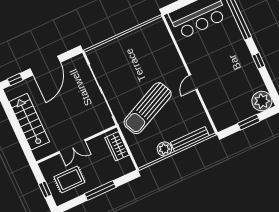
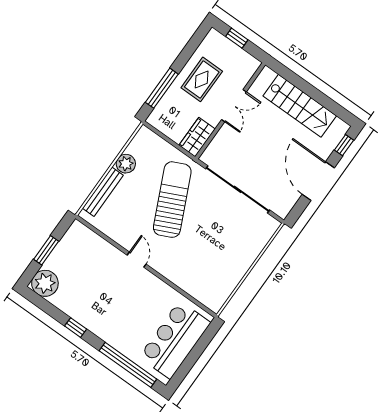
double door: (72, 146) -> (234, 106), swing flipped
wardrobe: (117, 146) -> (197, 137), moved, turned -90
rug: (69, 180) -> (202, 79), moved
window: (100, 191) -> (162, 88), moved

